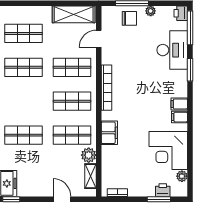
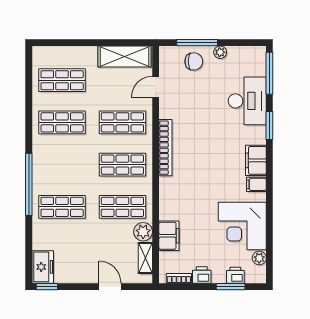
printer: (181, 13) -> (202, 275), moved, turned 90
filing cabinet: (179, 104) -> (256, 160), width x2.00
filing cabinet: (109, 133) -> (169, 236), moved

